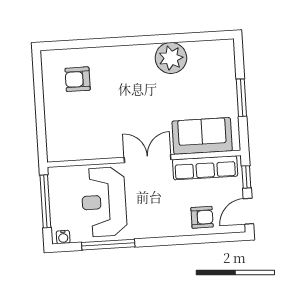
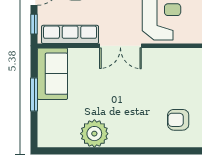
armchair: (78, 79) -> (178, 120), turned 180
sofa: (202, 136) -> (52, 74), moved, turned -90

